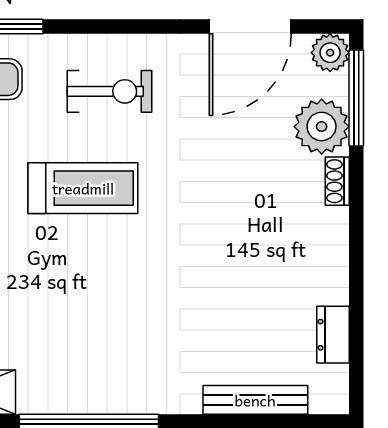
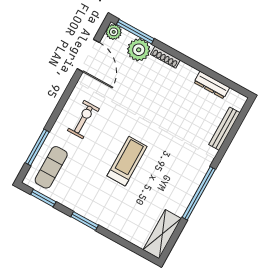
shoe rack: (337, 181) -> (165, 57), width x1.43
treadmill: (83, 188) -> (127, 161), moved
dresser: (333, 335) -> (212, 85), width x1.44

